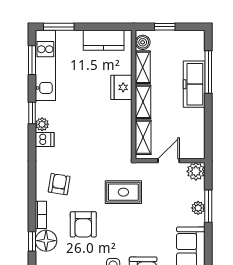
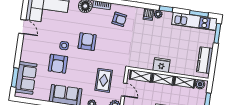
fridge: (121, 87) -> (161, 65), moved
rug: (123, 192) -> (104, 80), moved
armchair: (83, 224) -> (87, 42), moved, turned 90

